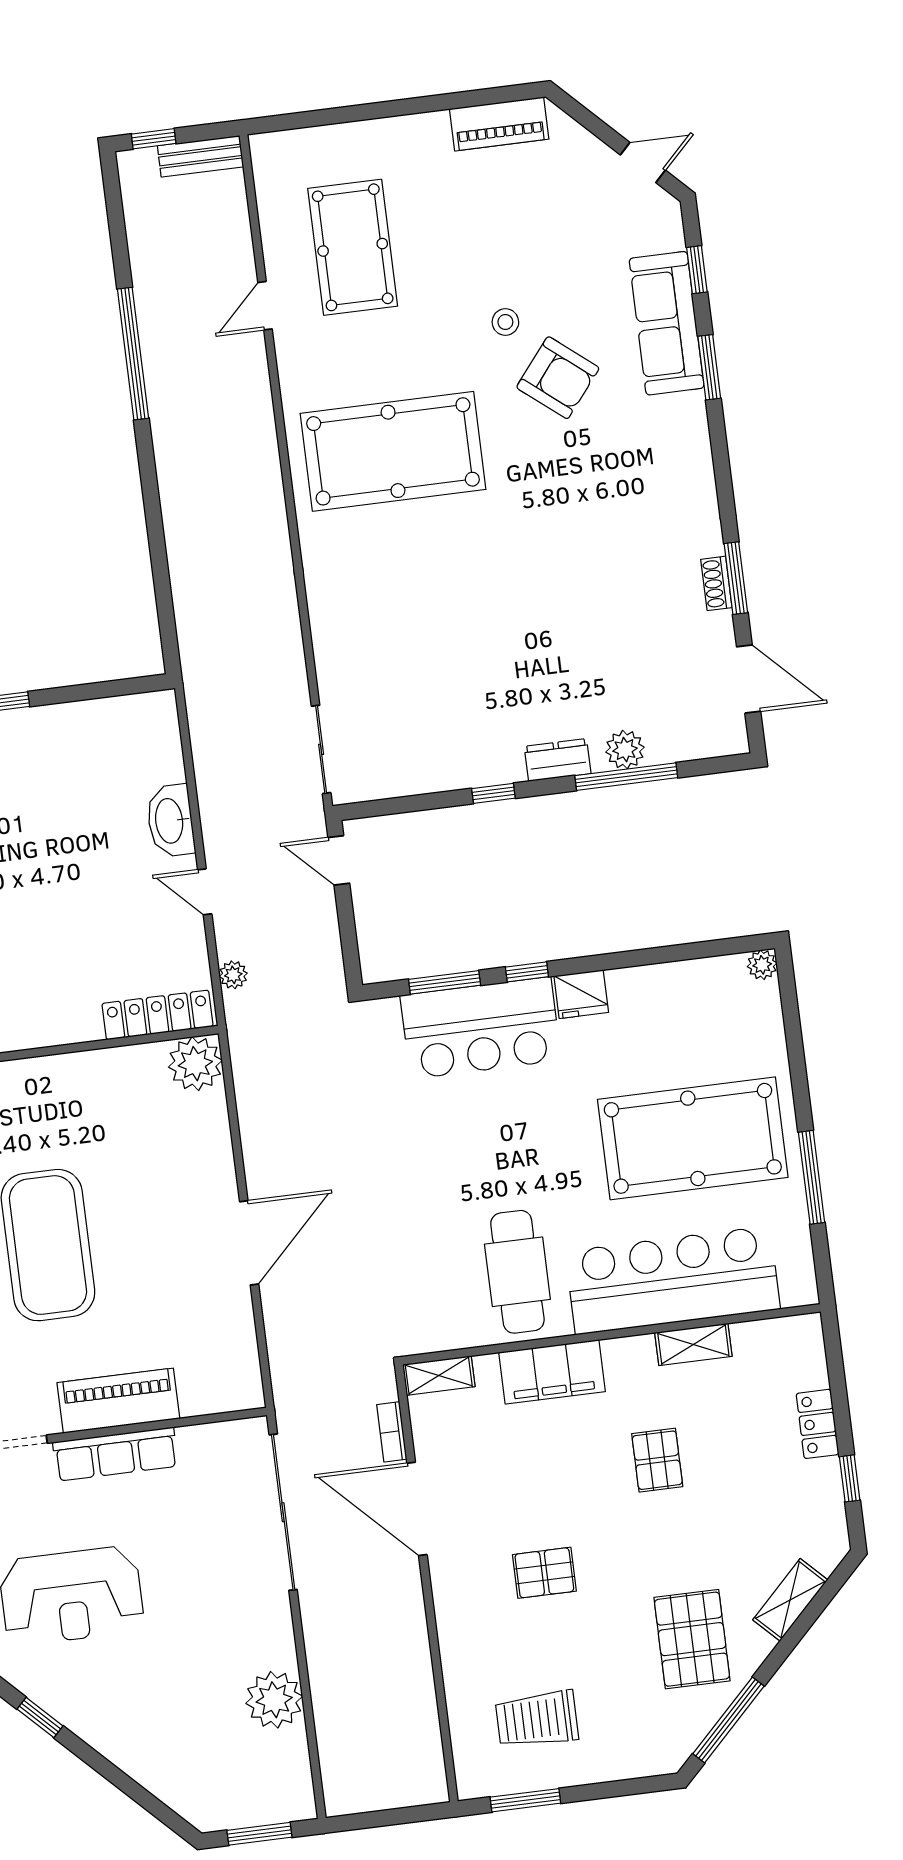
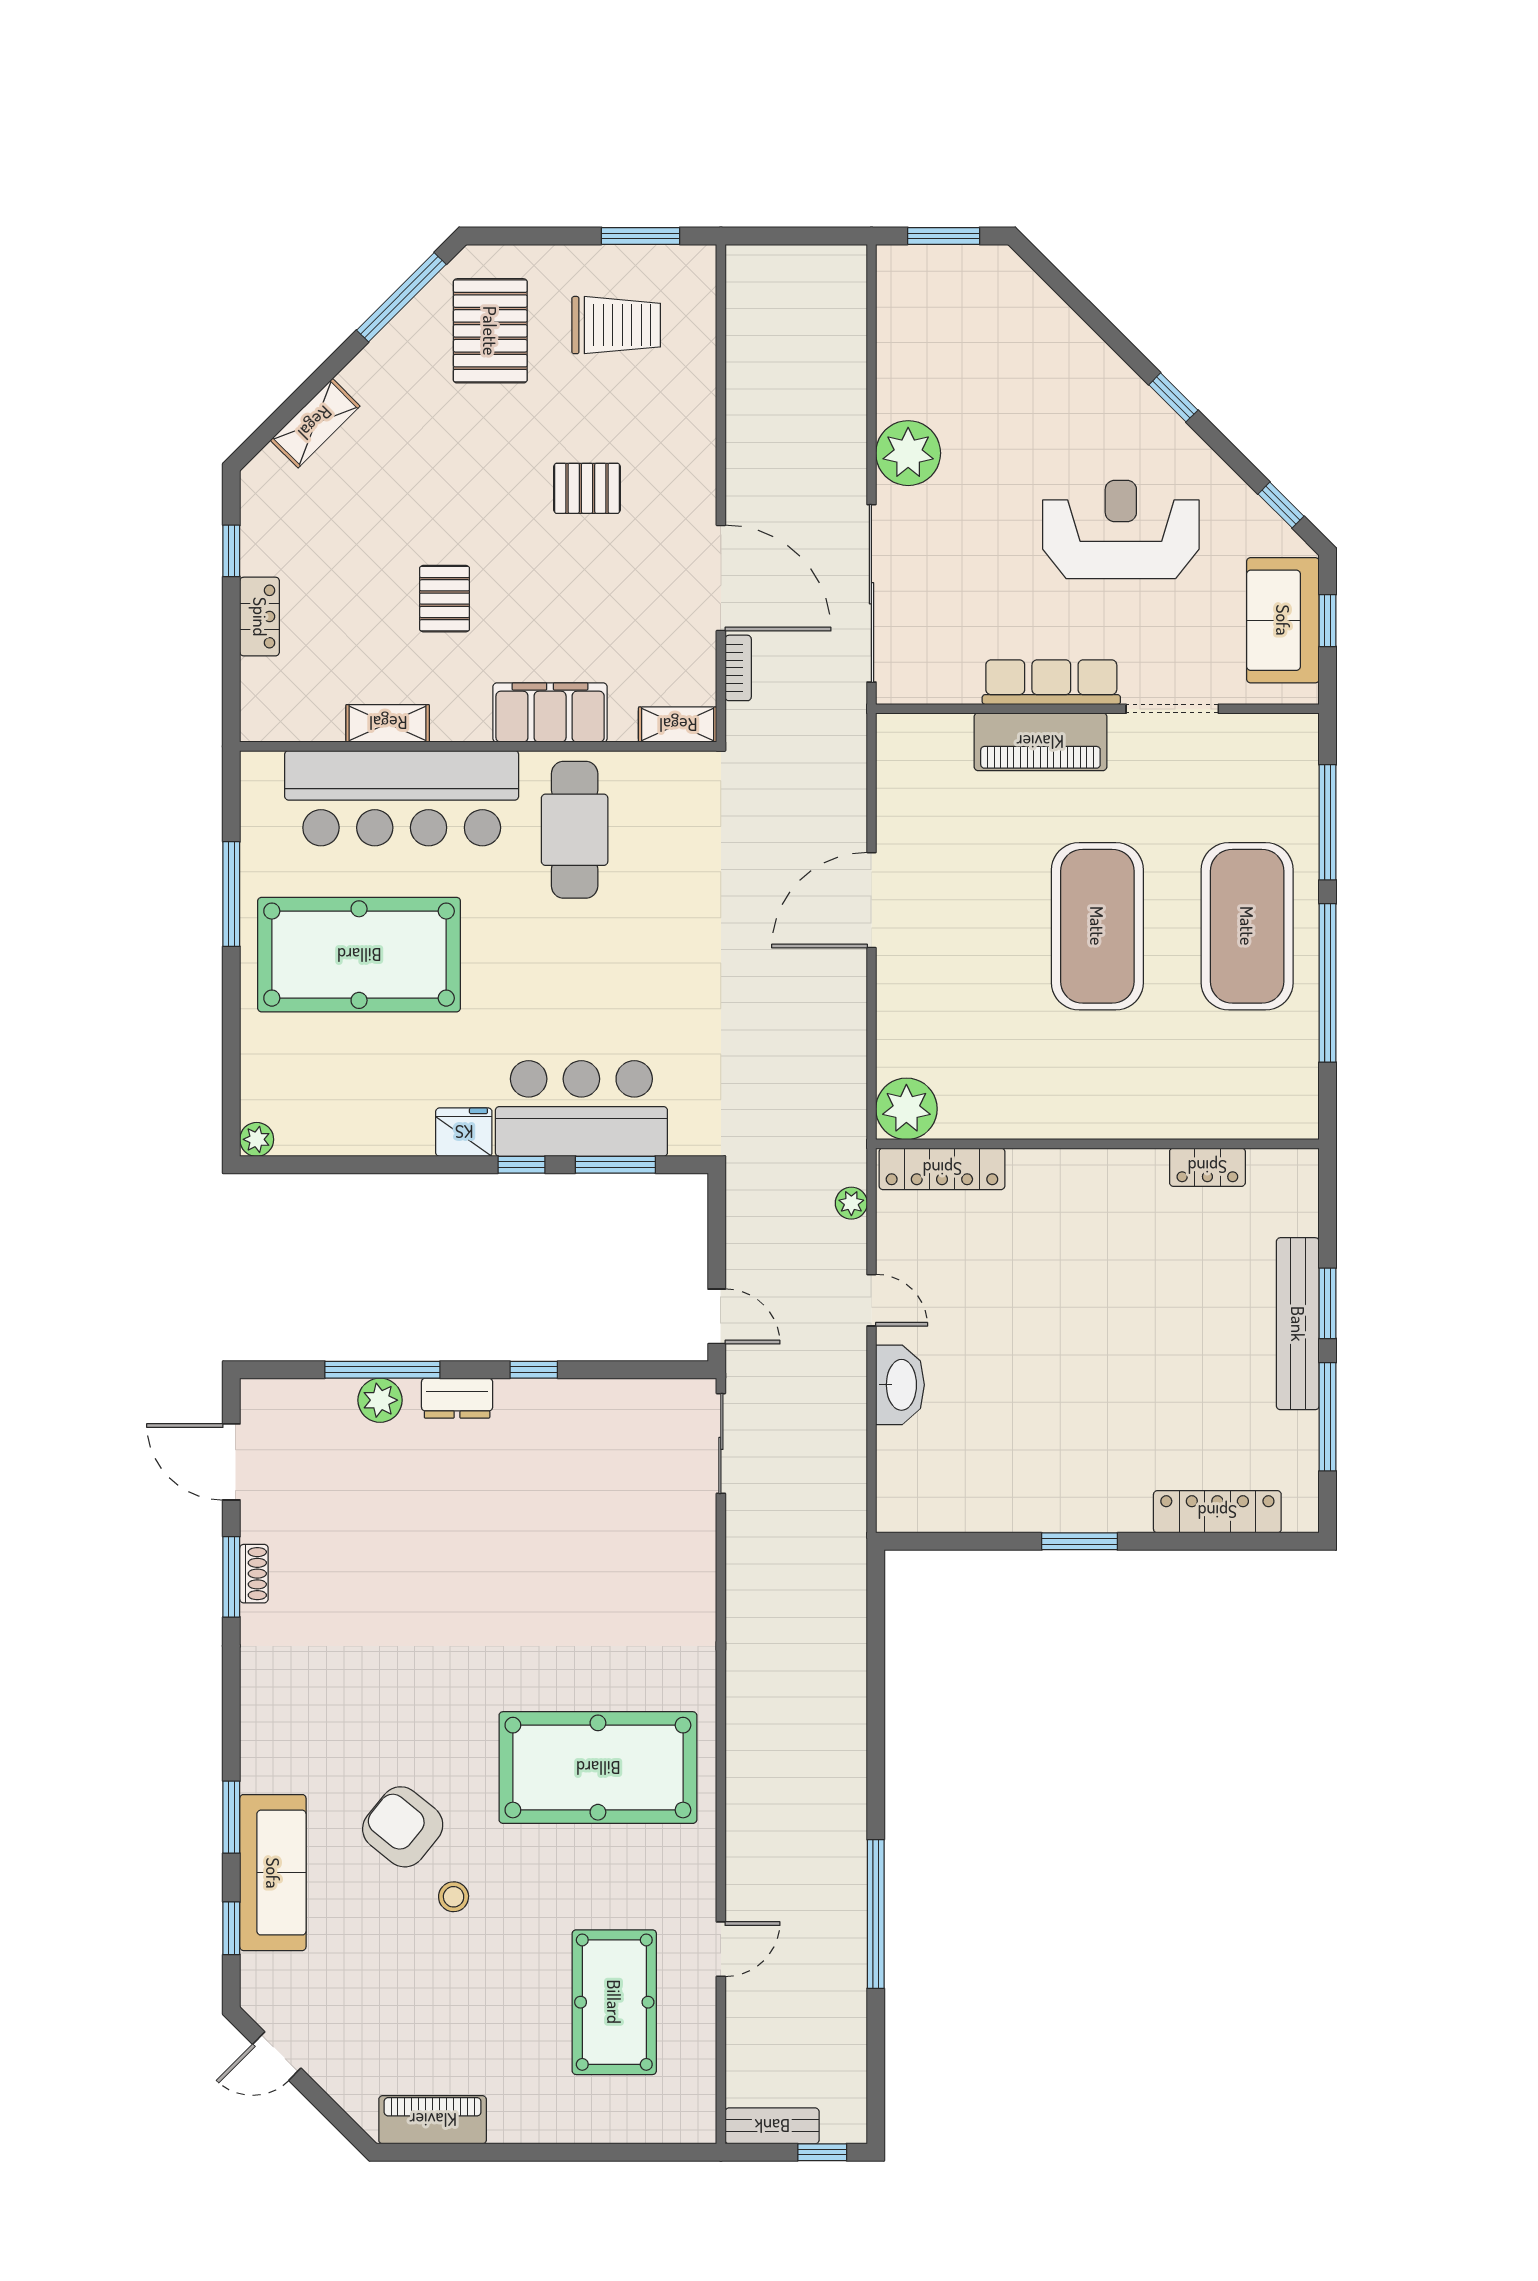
pallet: (692, 1639) -> (490, 331), moved
plant: (274, 1700) -> (908, 453), moved

